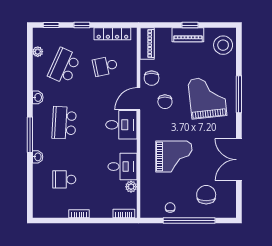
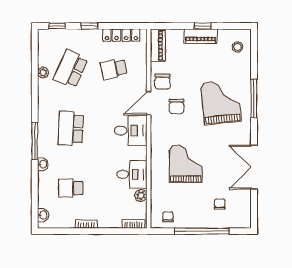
stool: (223, 45) -> (237, 47), width x0.53, depth x0.53
plant: (38, 52) -> (43, 73), moved
washbasin: (38, 97) -> (43, 215), moved
grand piano: (174, 156) -> (186, 164), turned -90
chair: (206, 195) -> (220, 204), width x0.54, depth x0.54
chair: (170, 208) -> (168, 217), moved

